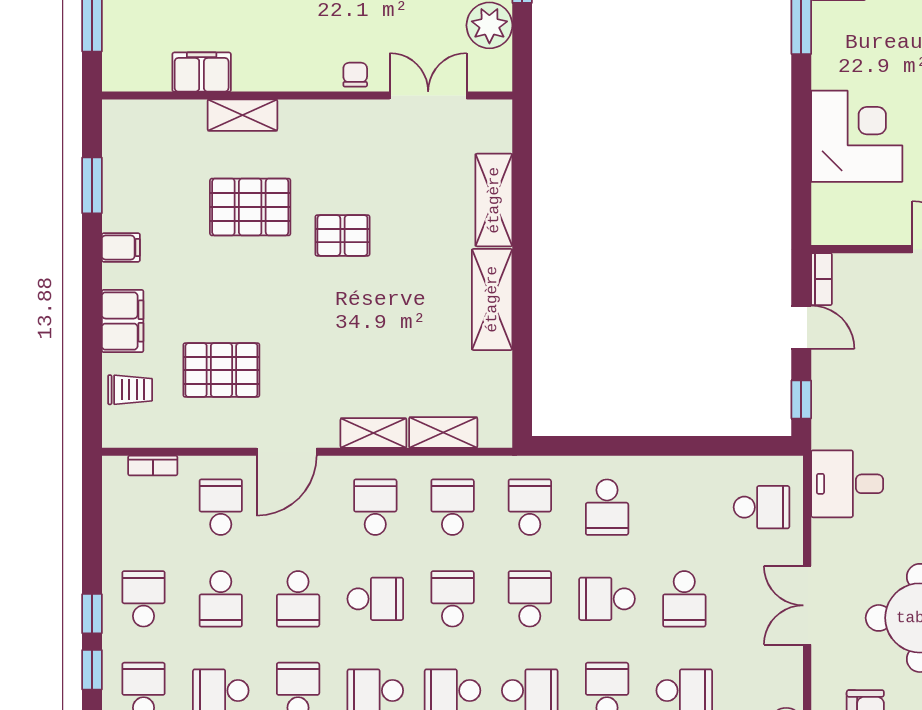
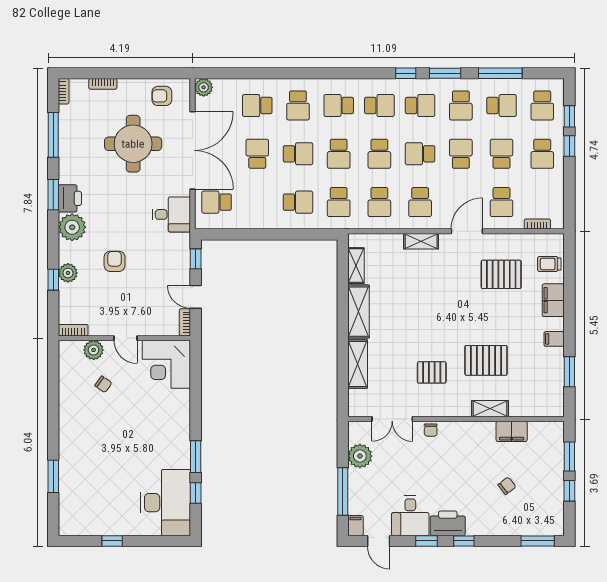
corner desk: (857, 136) -> (166, 364), moved
pallet: (342, 235) -> (432, 372), moved
shelving: (443, 432) -> (356, 266), moved, turned 90
school desk: (607, 507) -> (298, 202), turned 90
double door: (807, 605) -> (192, 150), width x1.87

